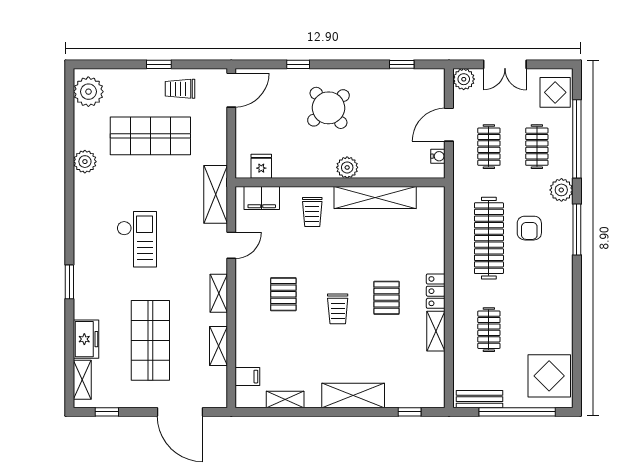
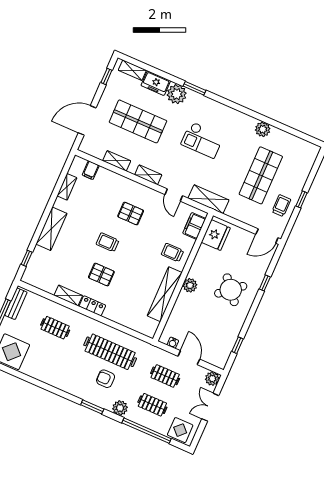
door: (231, 90) -> (267, 236), hinge flipped
plant: (88, 92) -> (177, 94), moved
fridge: (261, 166) -> (216, 235), width x1.88, depth x1.34
window: (577, 229) -> (92, 407), width x0.69

